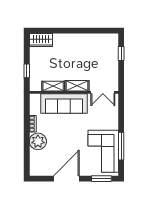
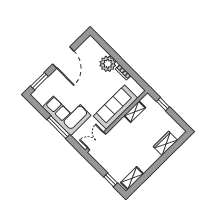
wardrobe: (41, 40) -> (165, 143), moved
shelving: (77, 86) -> (132, 178), moved
window: (121, 146) -> (58, 127), moved
corner sofa: (103, 151) -> (67, 111), moved

